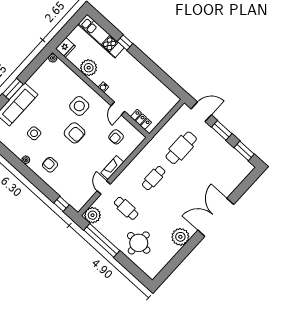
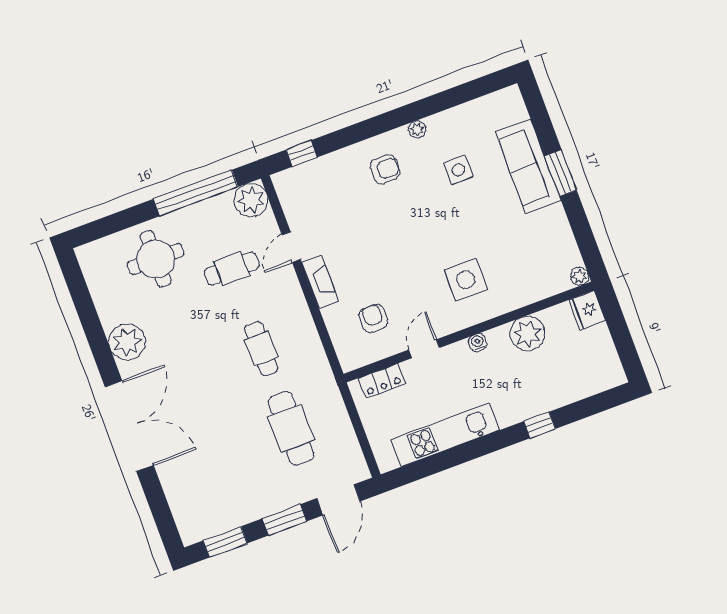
kitchen unit: (101, 36) -> (445, 435), moved
door: (118, 109) -> (424, 349), hinge flipped
armchair: (75, 133) -> (420, 245), removed
door: (104, 188) -> (291, 247), swing flipped

